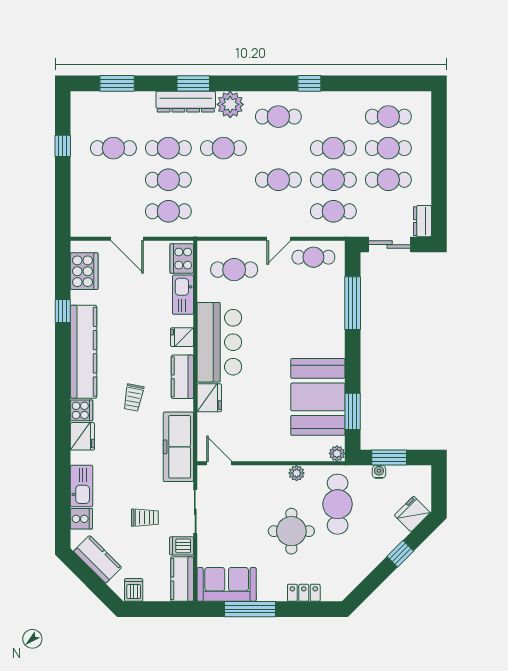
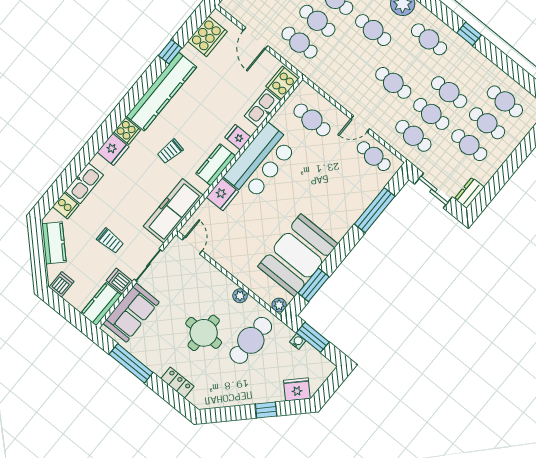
sofa: (227, 584) -> (131, 313), moved, turned 90

